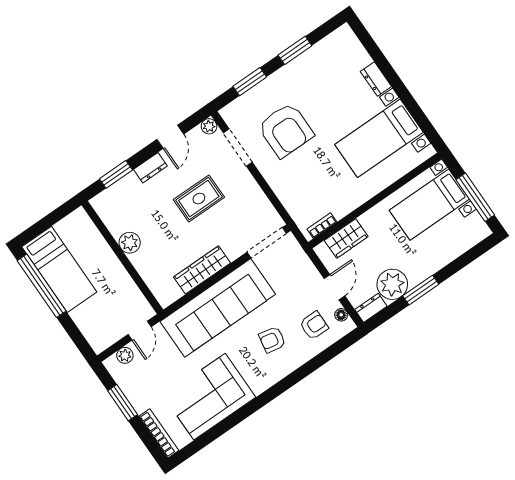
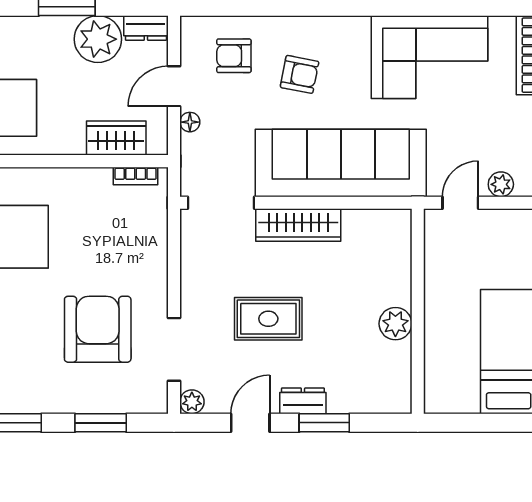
window: (116, 174) -> (324, 423), moved
wardrobe: (202, 270) -> (298, 225), moved
floor lamp: (341, 315) -> (190, 122), moved

